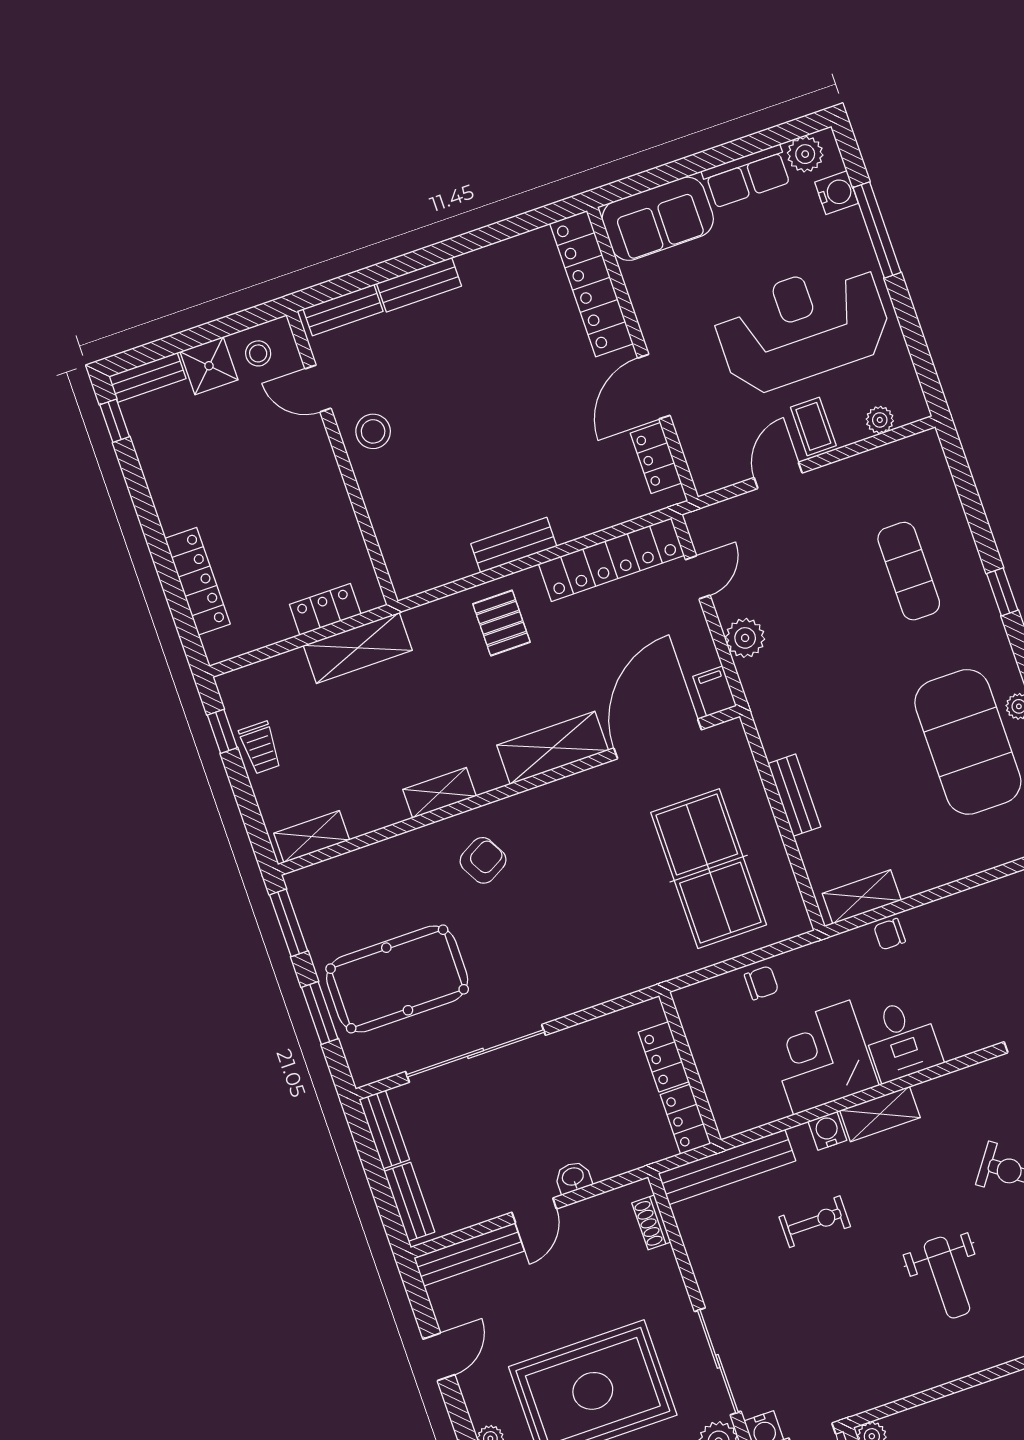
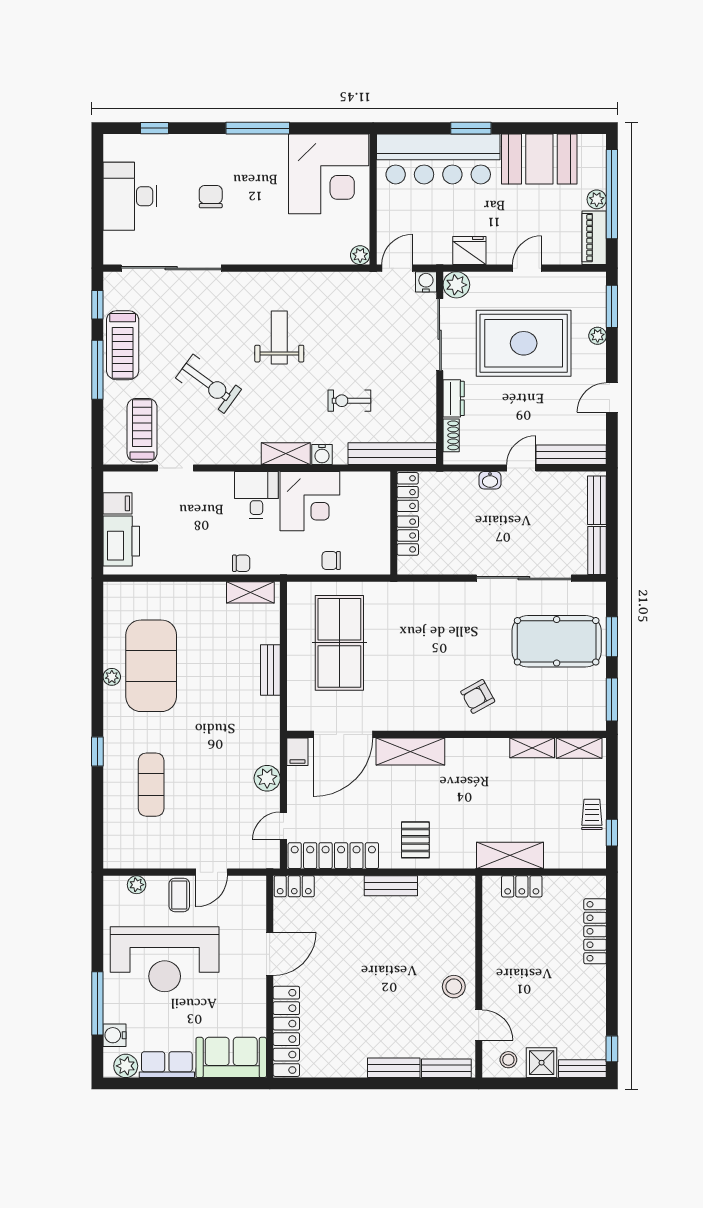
locker: (656, 458) -> (294, 886), moved, turned 90
shelving: (440, 793) -> (532, 748), moved
dresser: (666, 1277) -> (454, 398), added

